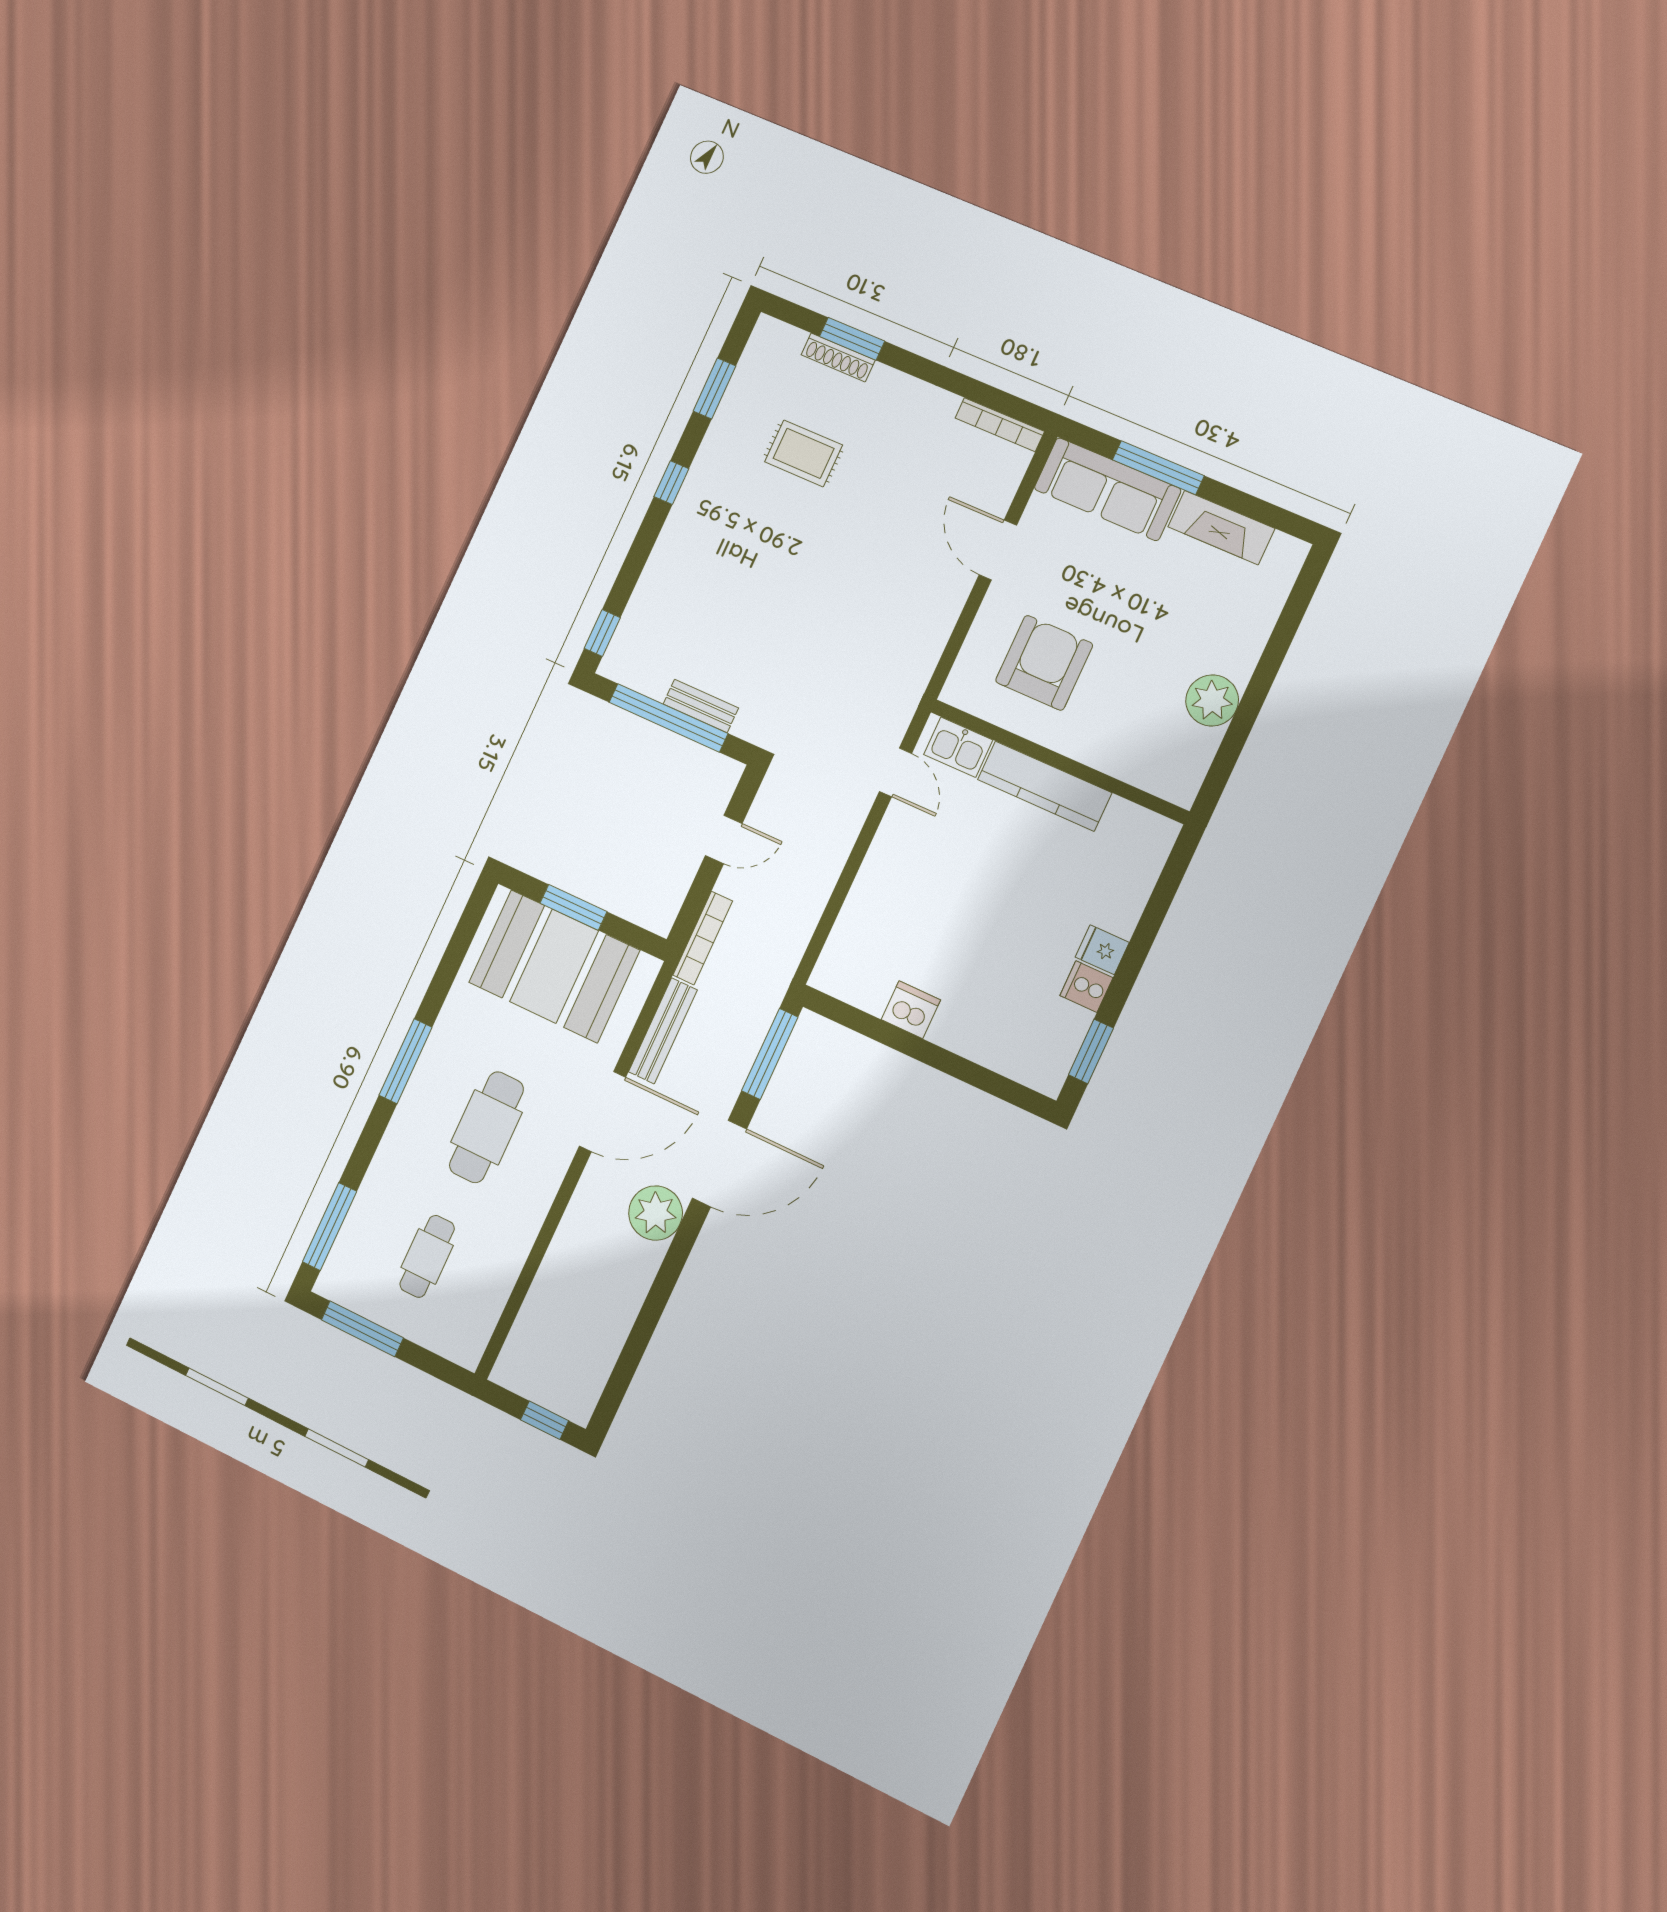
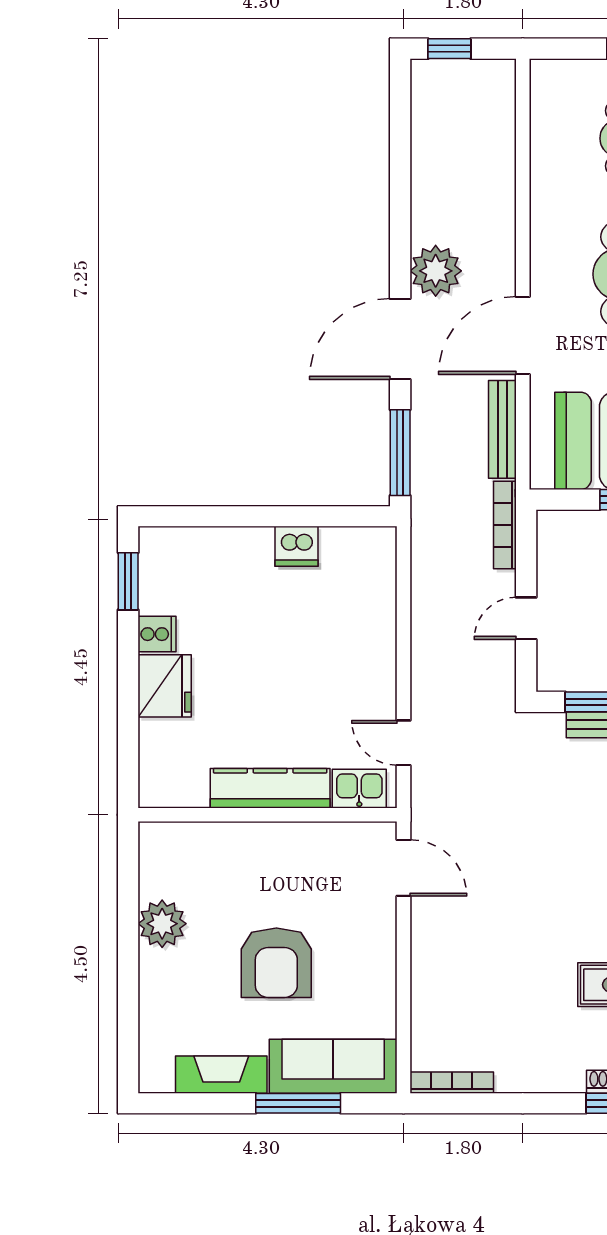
door: (998, 550) -> (403, 868), moved
armchair: (1044, 663) -> (276, 963), moved
fridge: (1102, 950) -> (165, 686), width x1.88, depth x1.34

